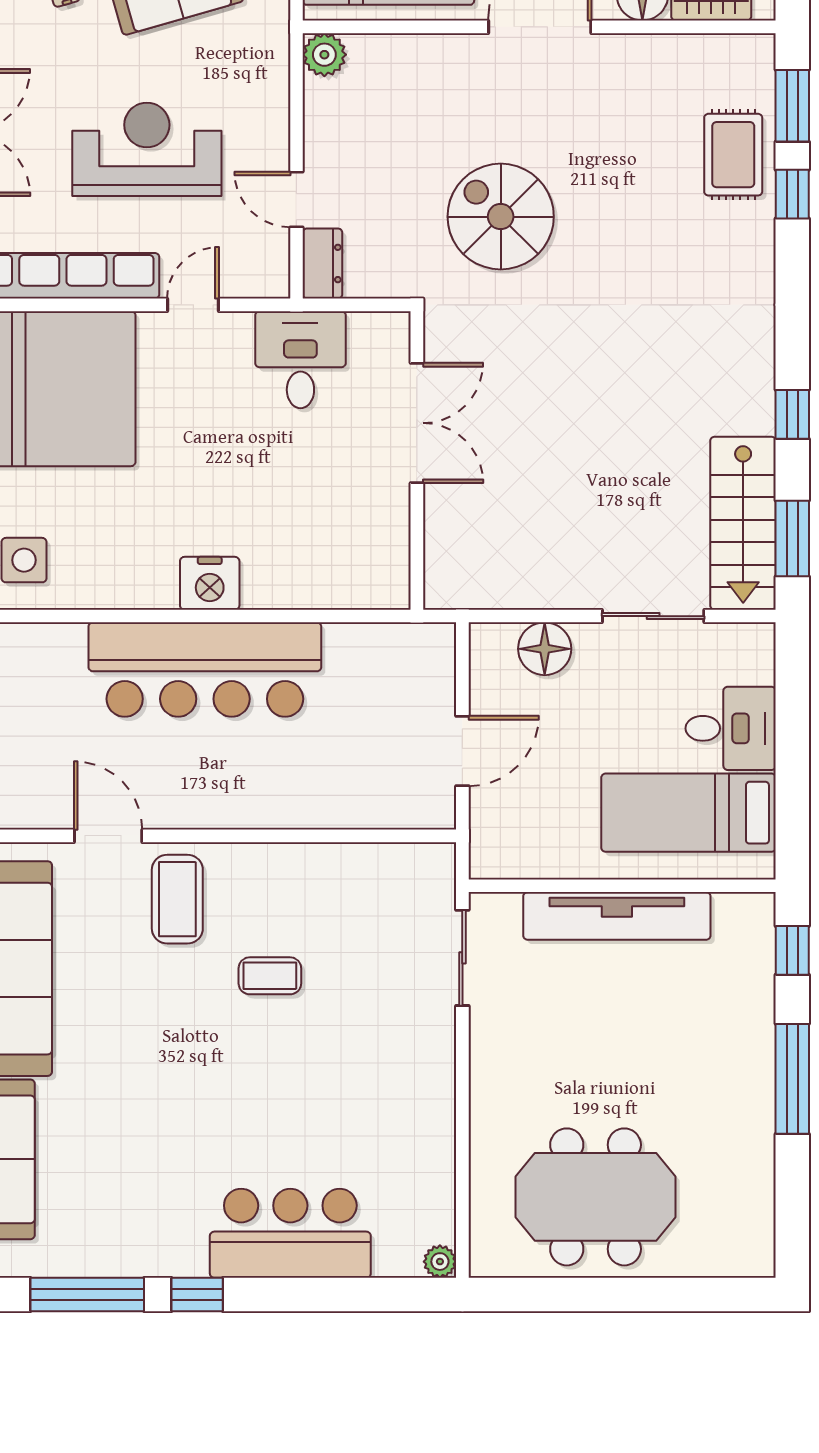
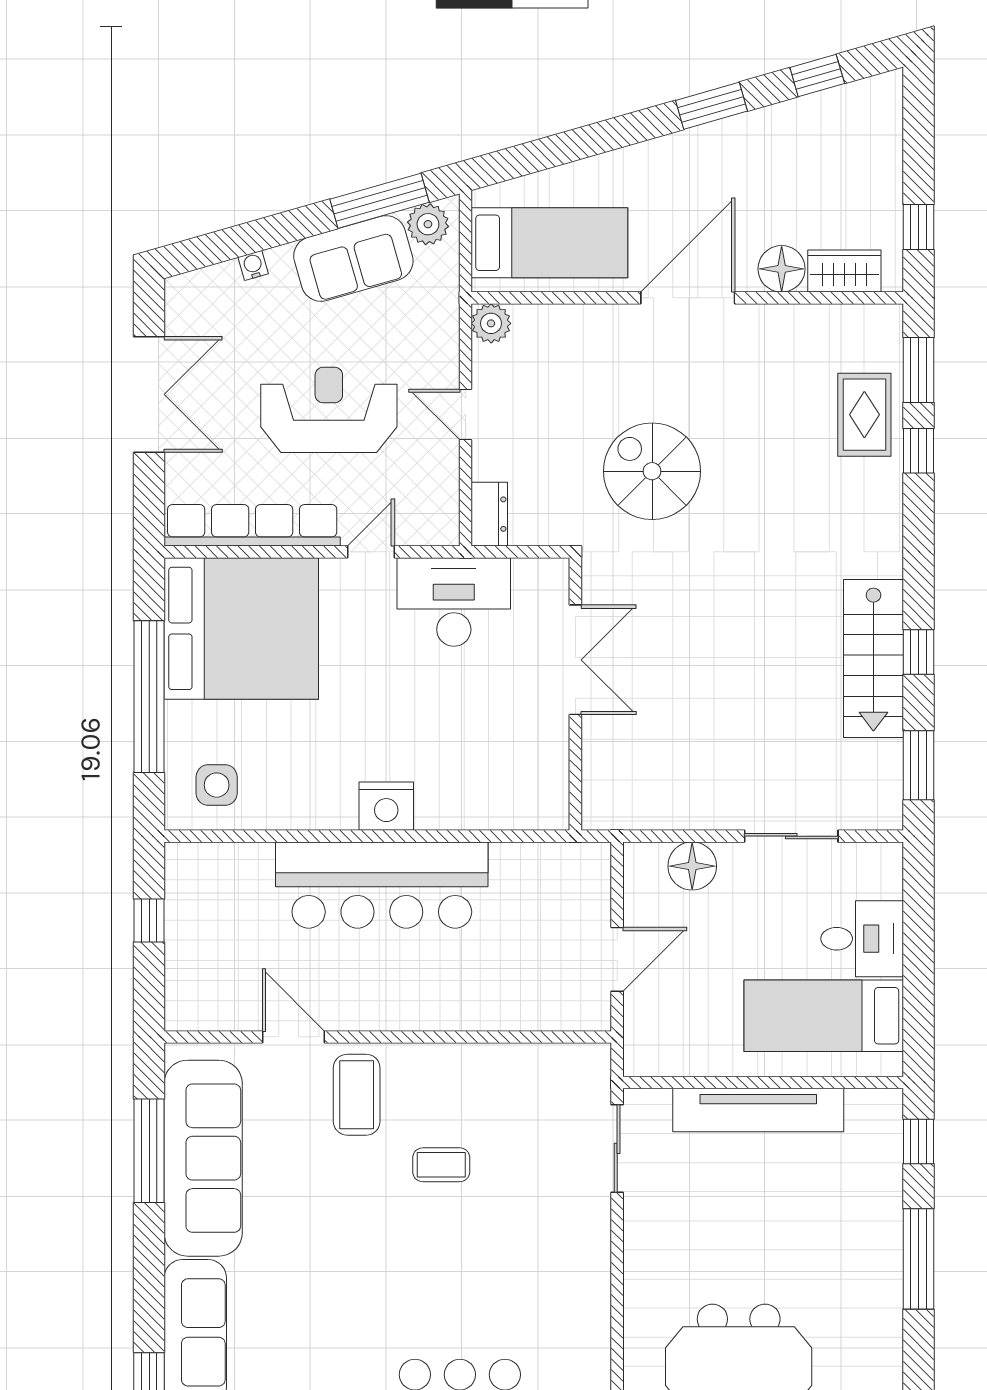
door: (296, 199) -> (466, 414), moved
desk: (300, 360) -> (454, 602), width x1.37
stairs: (743, 523) -> (873, 658), moved

